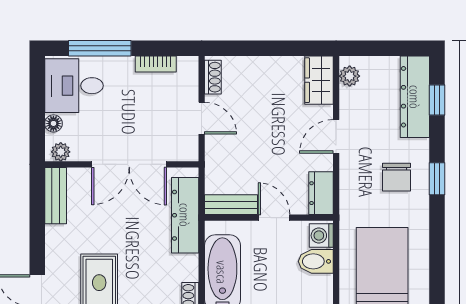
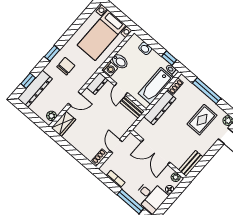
double door: (129, 164) -> (156, 152), swing flipped
dresser: (185, 215) -> (160, 108), moved

